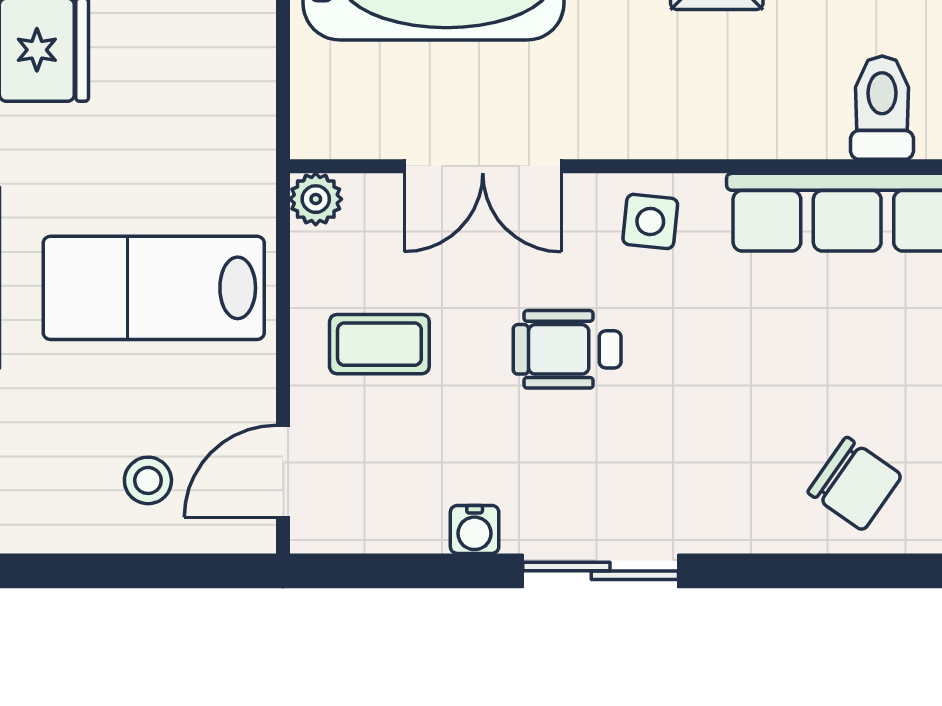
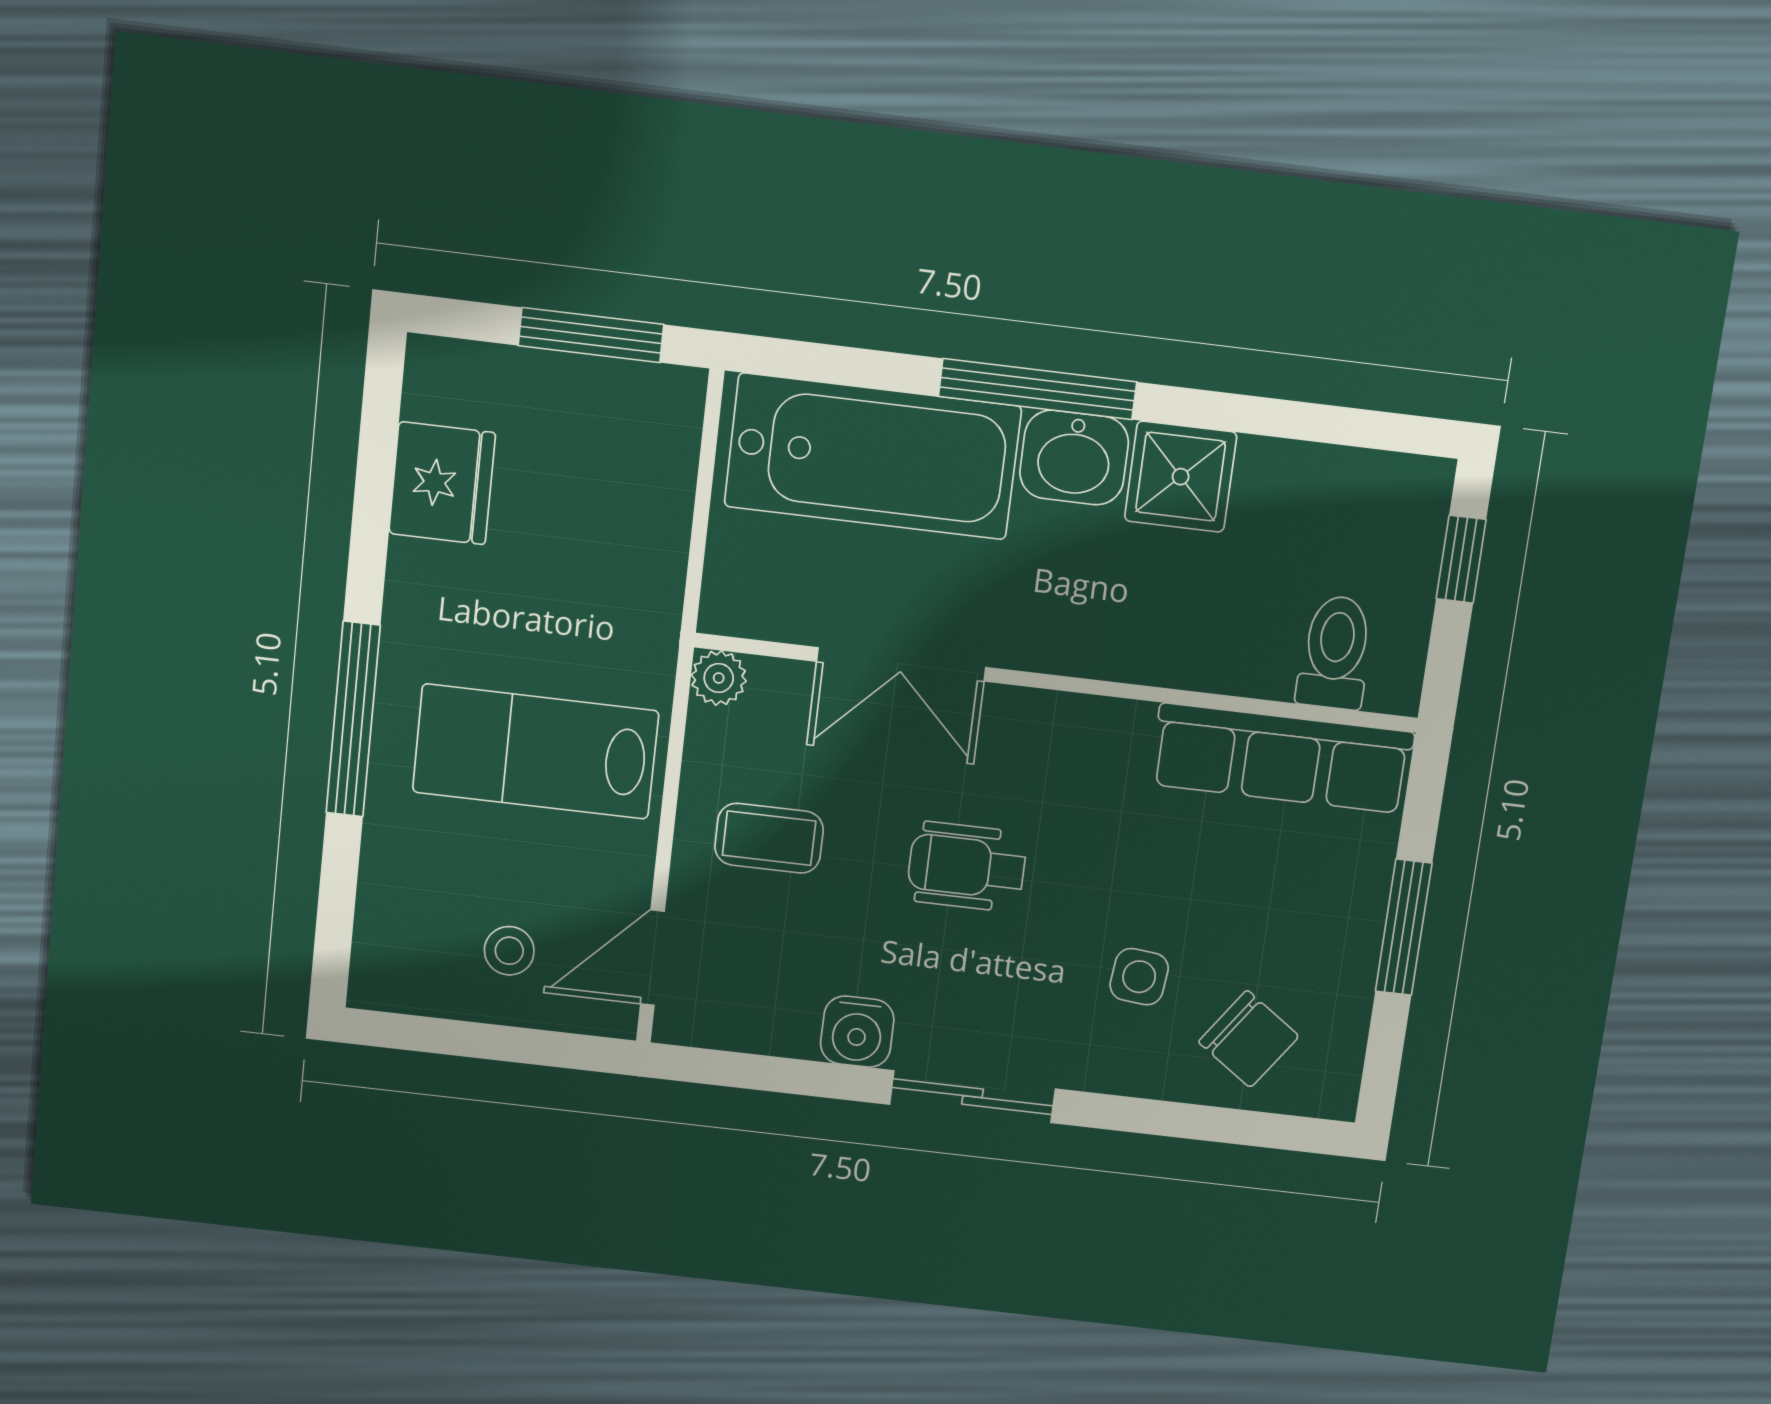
side table: (650, 221) -> (1139, 977), moved
water cooler: (475, 529) -> (857, 1032), width x1.38, depth x1.38

